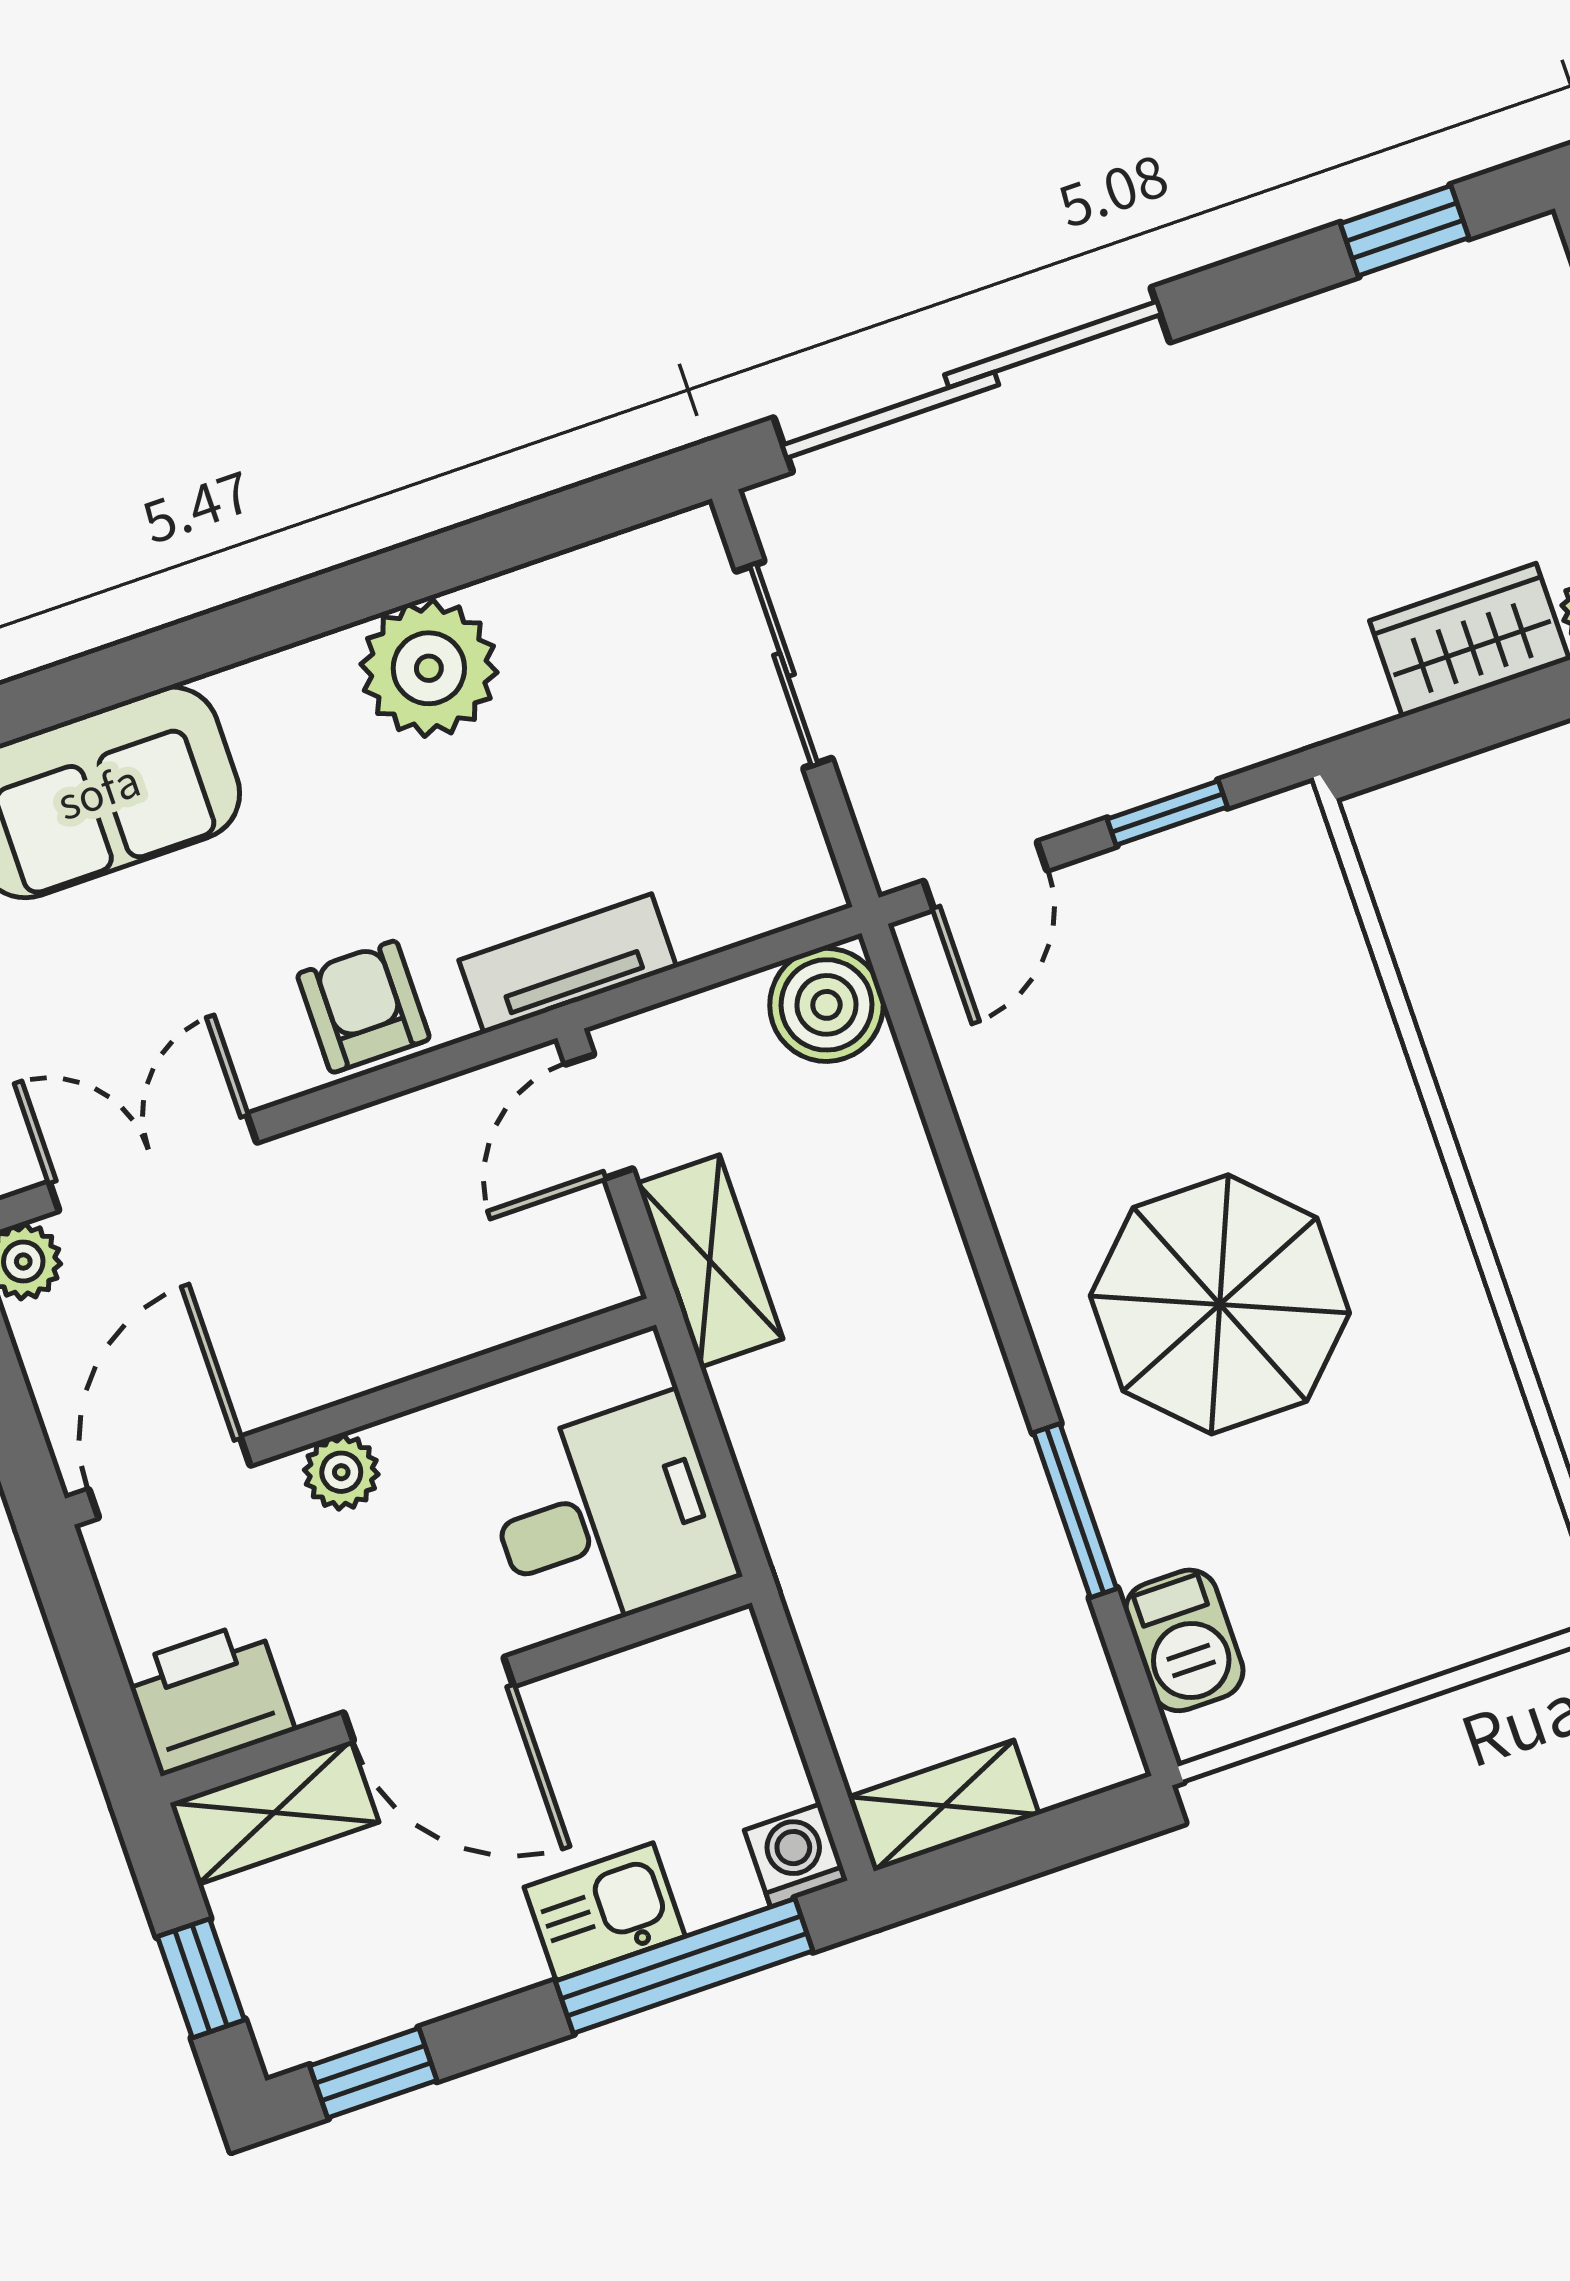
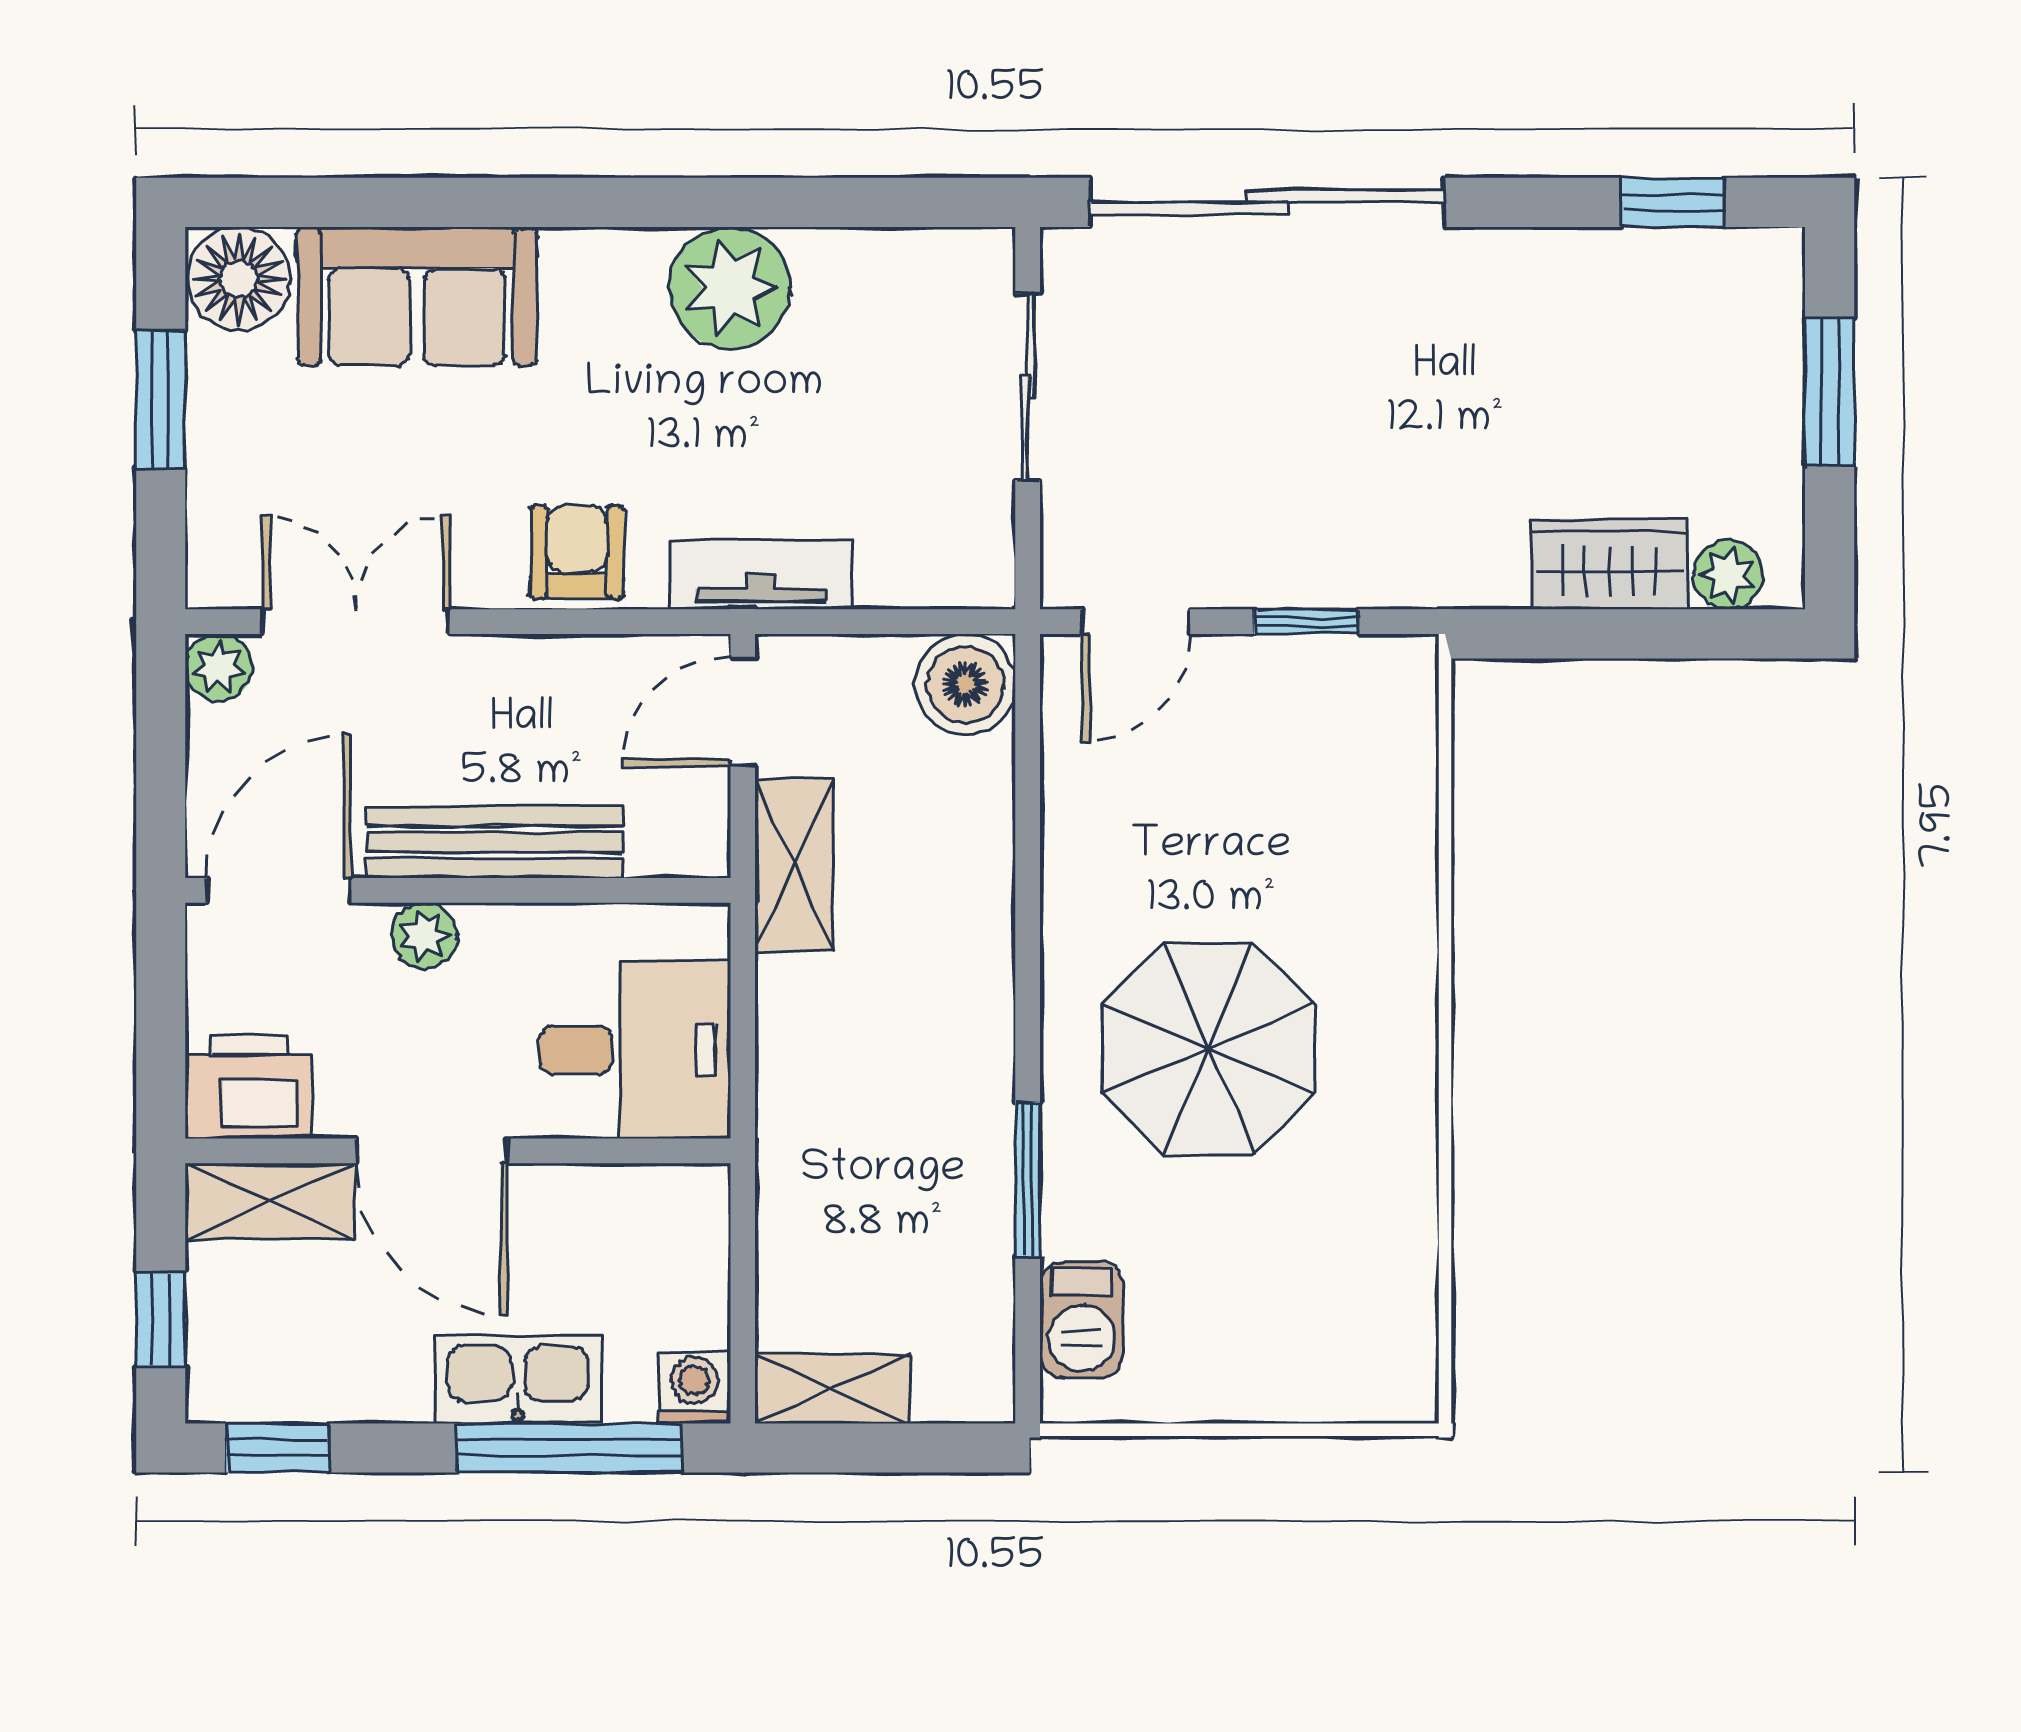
bench: (383, 1347) -> (495, 842), added
kitchen sink: (605, 1912) -> (518, 1380), width x1.38

